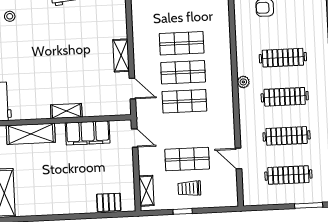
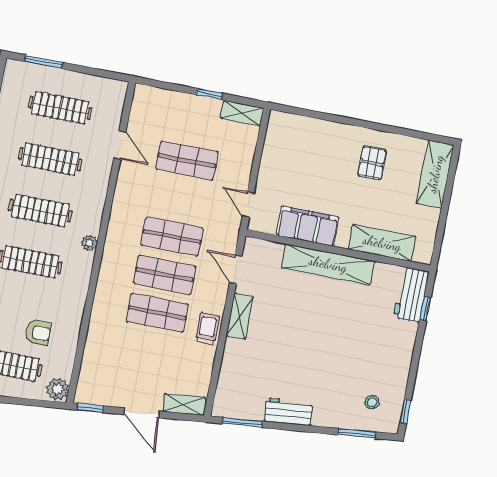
shelving: (66, 111) -> (328, 264), width x2.20, depth x1.33
trolley: (189, 188) -> (207, 329), moved, turned -90
shelving: (146, 191) -> (242, 113), moved, turned 90
pallet: (109, 202) -> (372, 163), moved, turned 90

